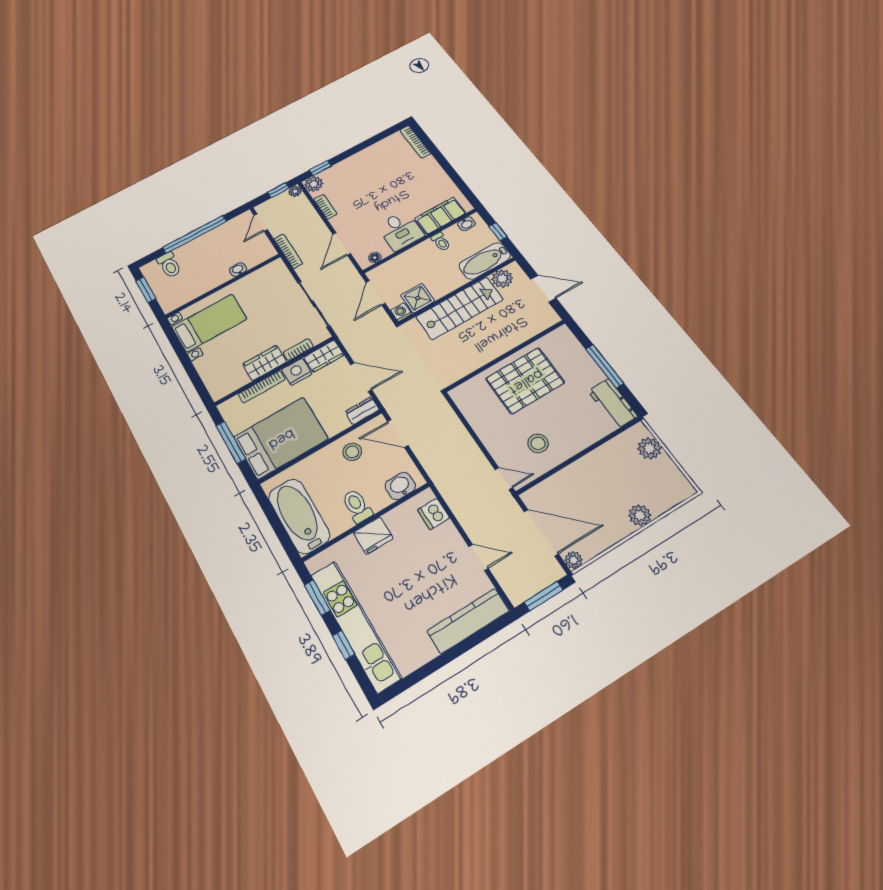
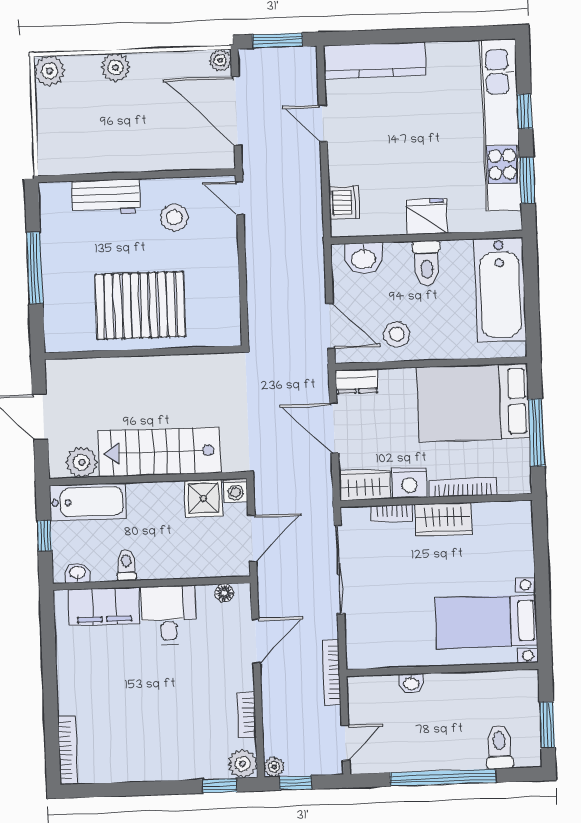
workbench: (613, 404) -> (106, 197), moved, turned 90
plant: (649, 448) -> (49, 71), moved

